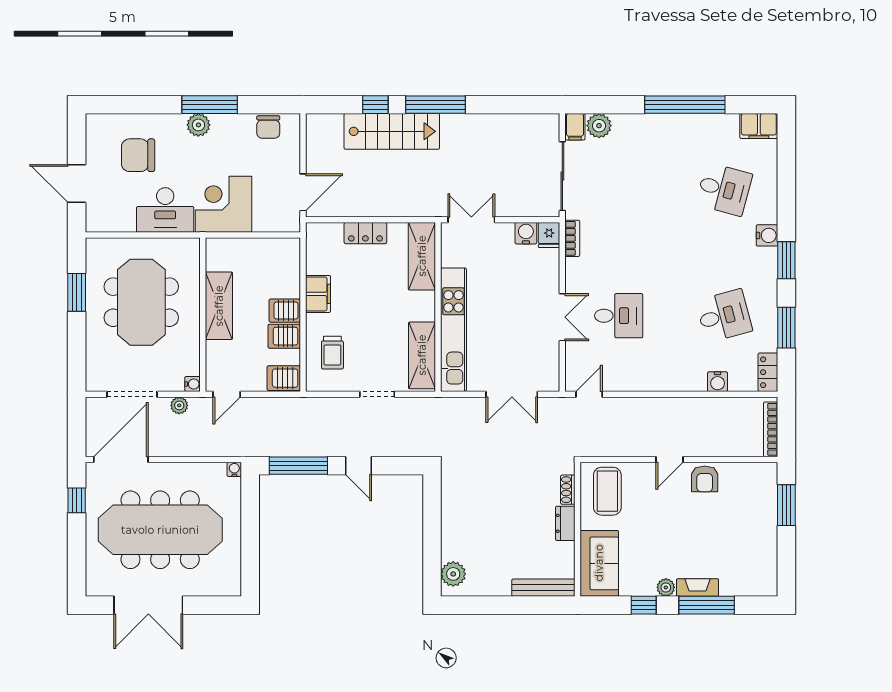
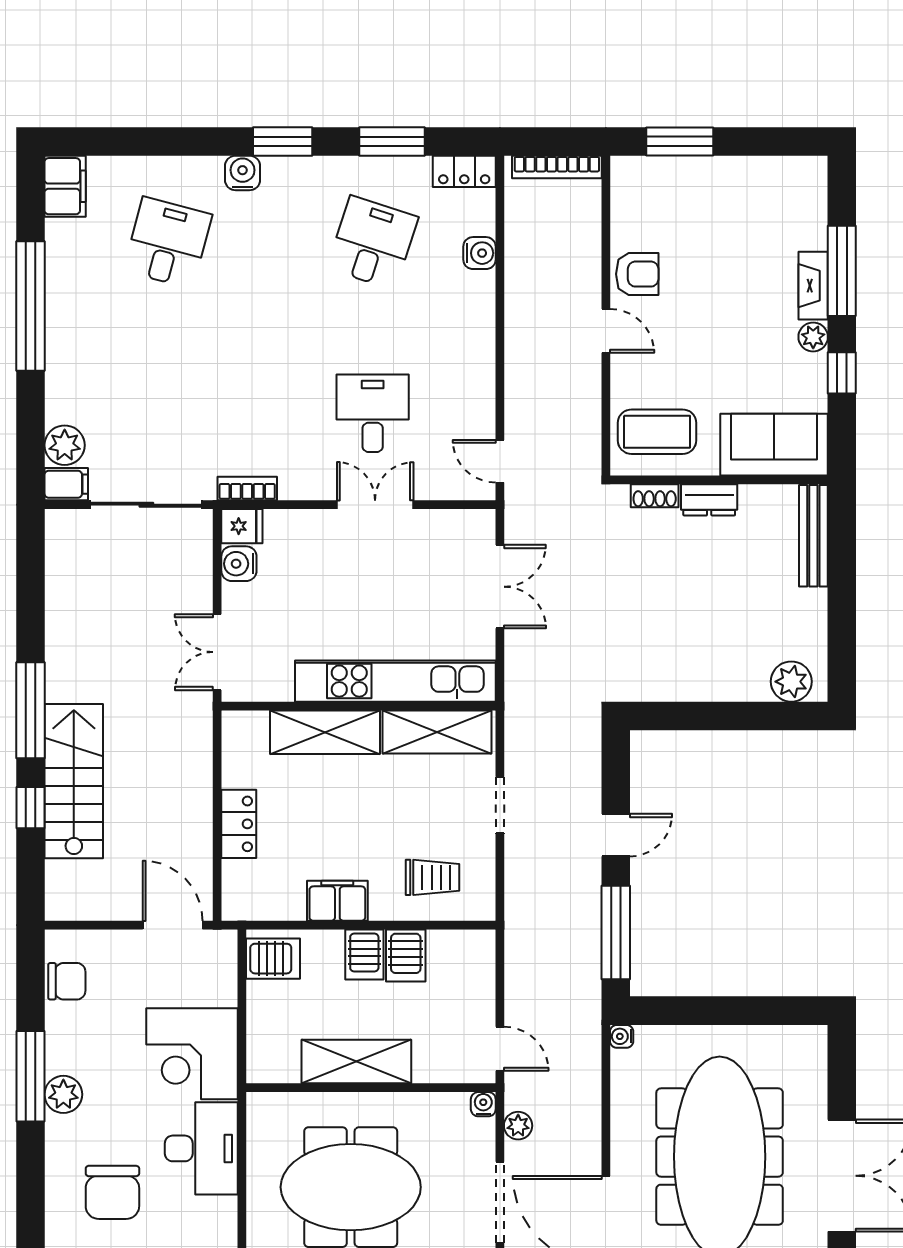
shelving: (422, 256) -> (325, 732), moved
desk: (724, 316) -> (373, 243), turned 33
server rack: (284, 378) -> (273, 959), moved, turned -90

